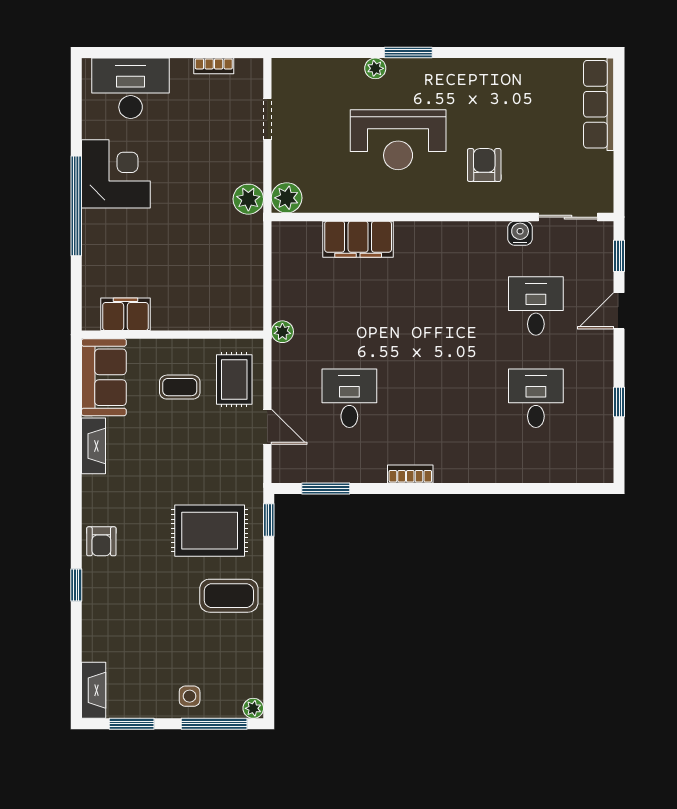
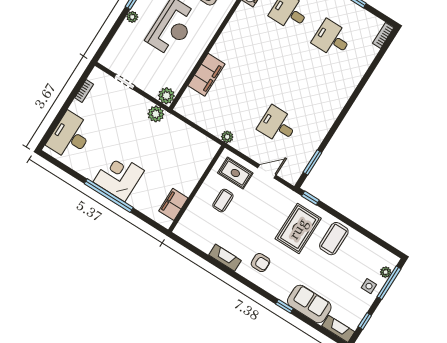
corner desk: (116, 174) -> (119, 176), moved
sofa: (104, 377) -> (309, 304), moved
bookcase: (410, 474) -> (383, 35), moved
armchair: (101, 541) -> (261, 263), moved
plant: (253, 708) -> (386, 272), moved
window: (132, 724) -> (365, 321), width x0.67

